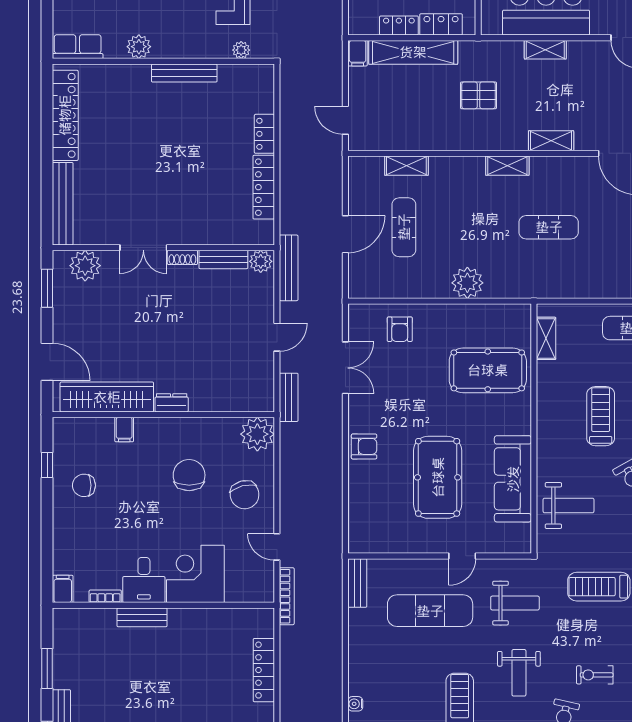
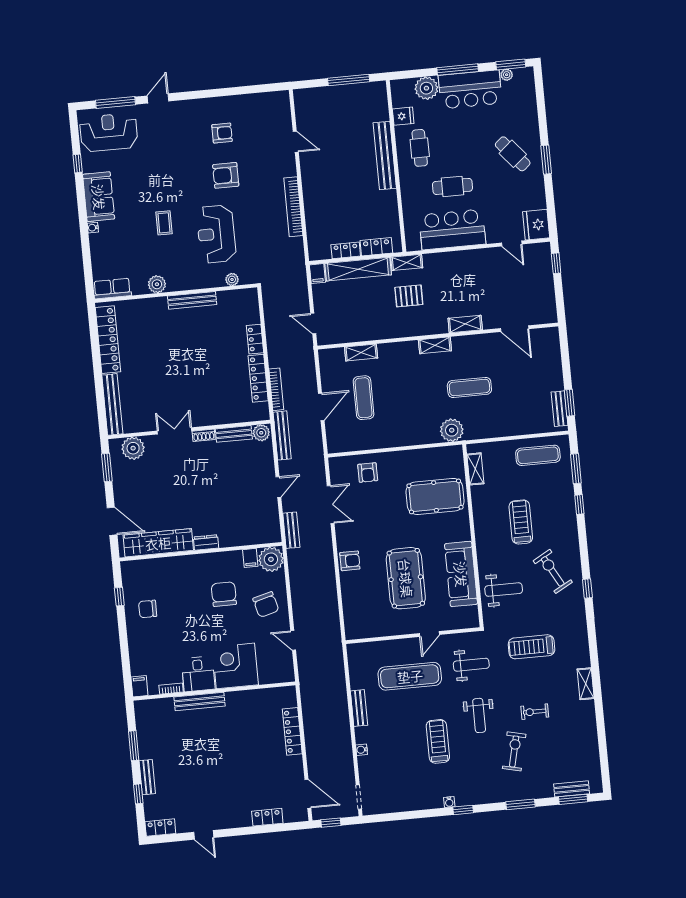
shelving: (545, 50) -> (407, 262), moved
double door: (143, 248) -> (174, 431), swing flipped
plant: (467, 283) -> (452, 430), moved
filing cabinet: (124, 430) -> (250, 558), moved
bench: (357, 583) -> (359, 708), moved
bookcase: (287, 596) -> (276, 389), moved
bench: (142, 617) -> (199, 701), width x1.36

